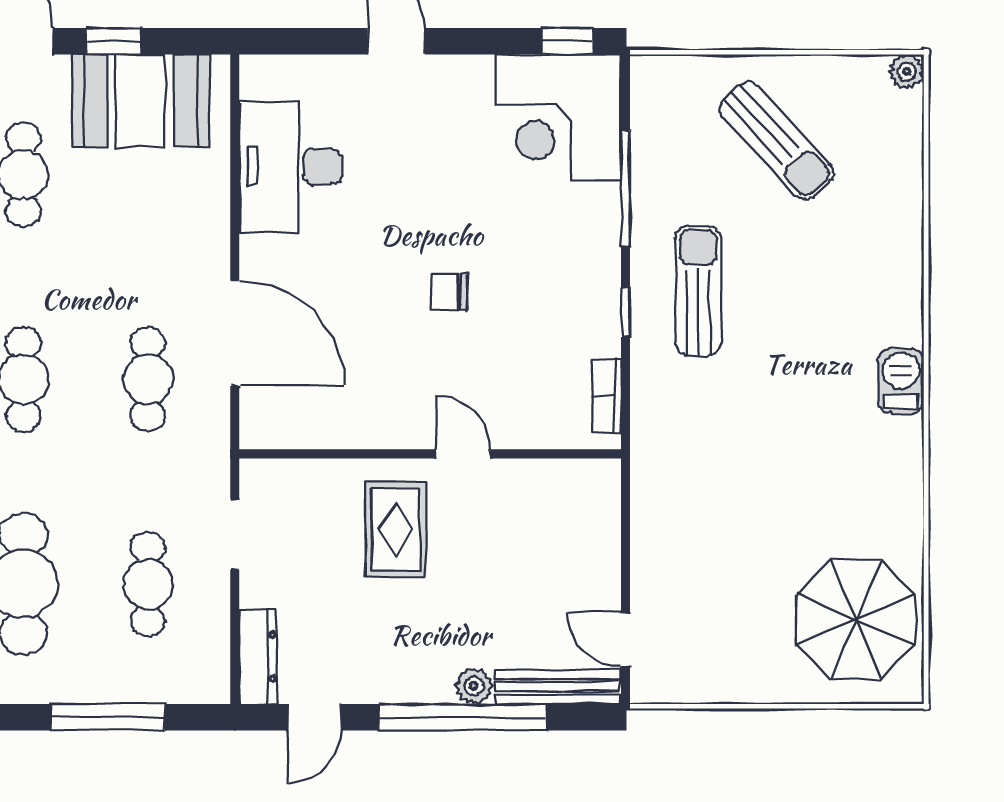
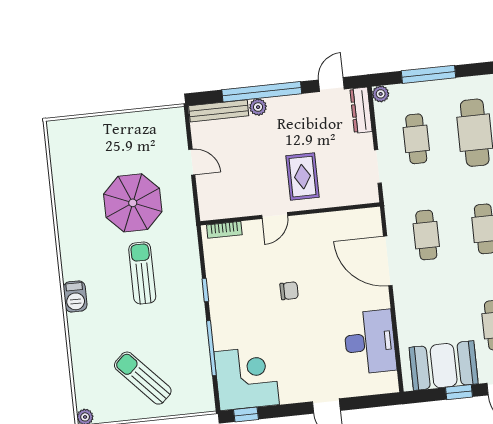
sun lounger: (698, 291) -> (142, 273), moved, turned 180
barbecue: (901, 381) -> (75, 296), moved
bookcase: (607, 396) -> (224, 230), moved, turned 90
door: (463, 454) -> (275, 216), hinge flipped
parasol: (856, 619) -> (133, 203), moved
door: (626, 639) -> (192, 162), moved
plant: (213, 687) -> (381, 94), added

